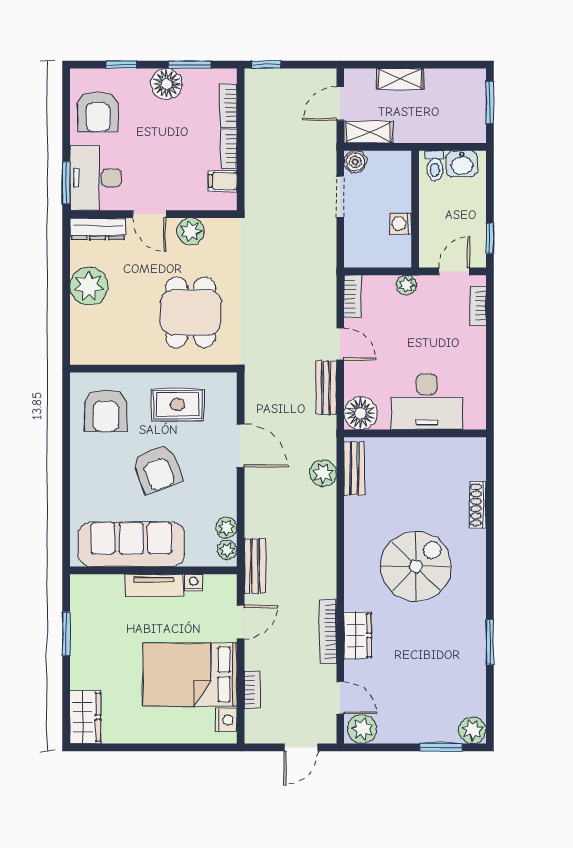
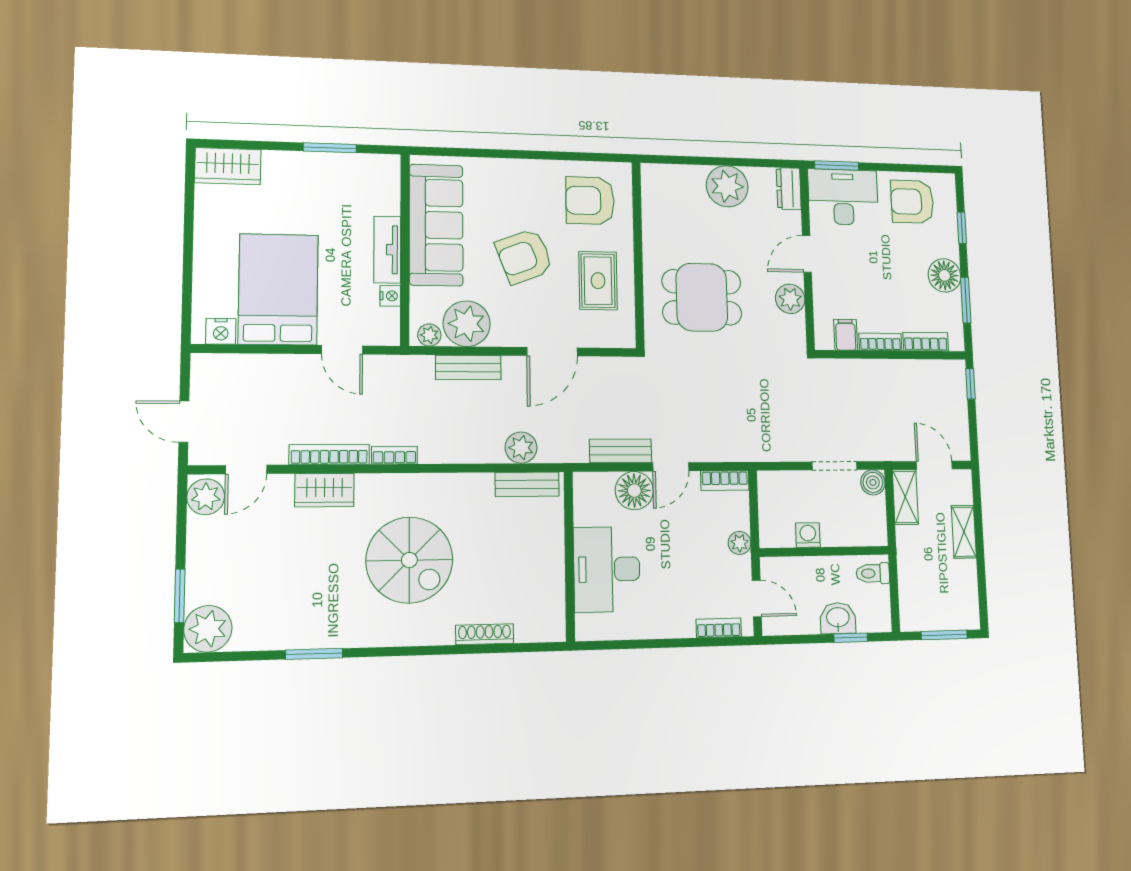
washbasin: (462, 164) -> (838, 618), moved, turned 90
dresser: (98, 229) -> (789, 189), width x0.70
window: (490, 238) -> (851, 638), moved
floor lamp: (360, 413) -> (634, 491), moved
plant: (226, 528) -> (467, 324), width x1.88, depth x1.88
bench: (255, 566) -> (468, 367), moved
bookcase: (252, 690) -> (394, 455), moved, turned 180
plant: (473, 730) -> (208, 629), width x1.36, depth x1.36

